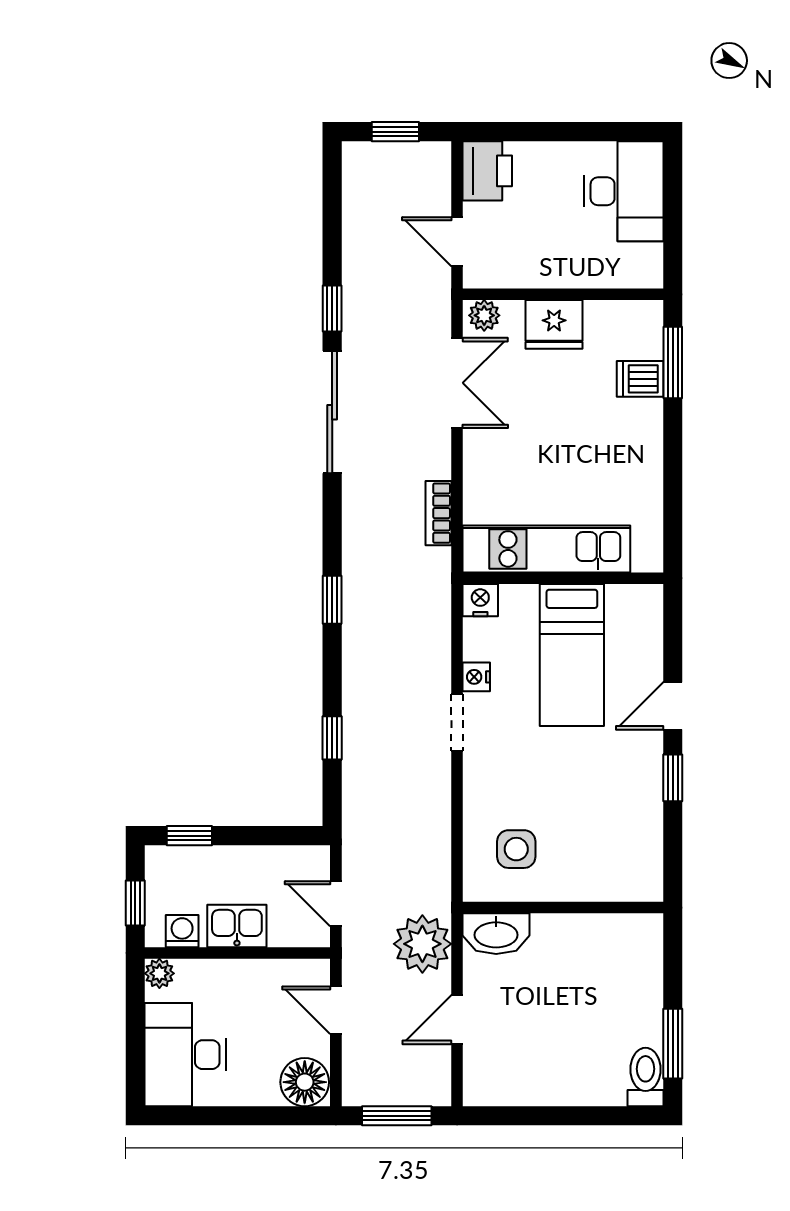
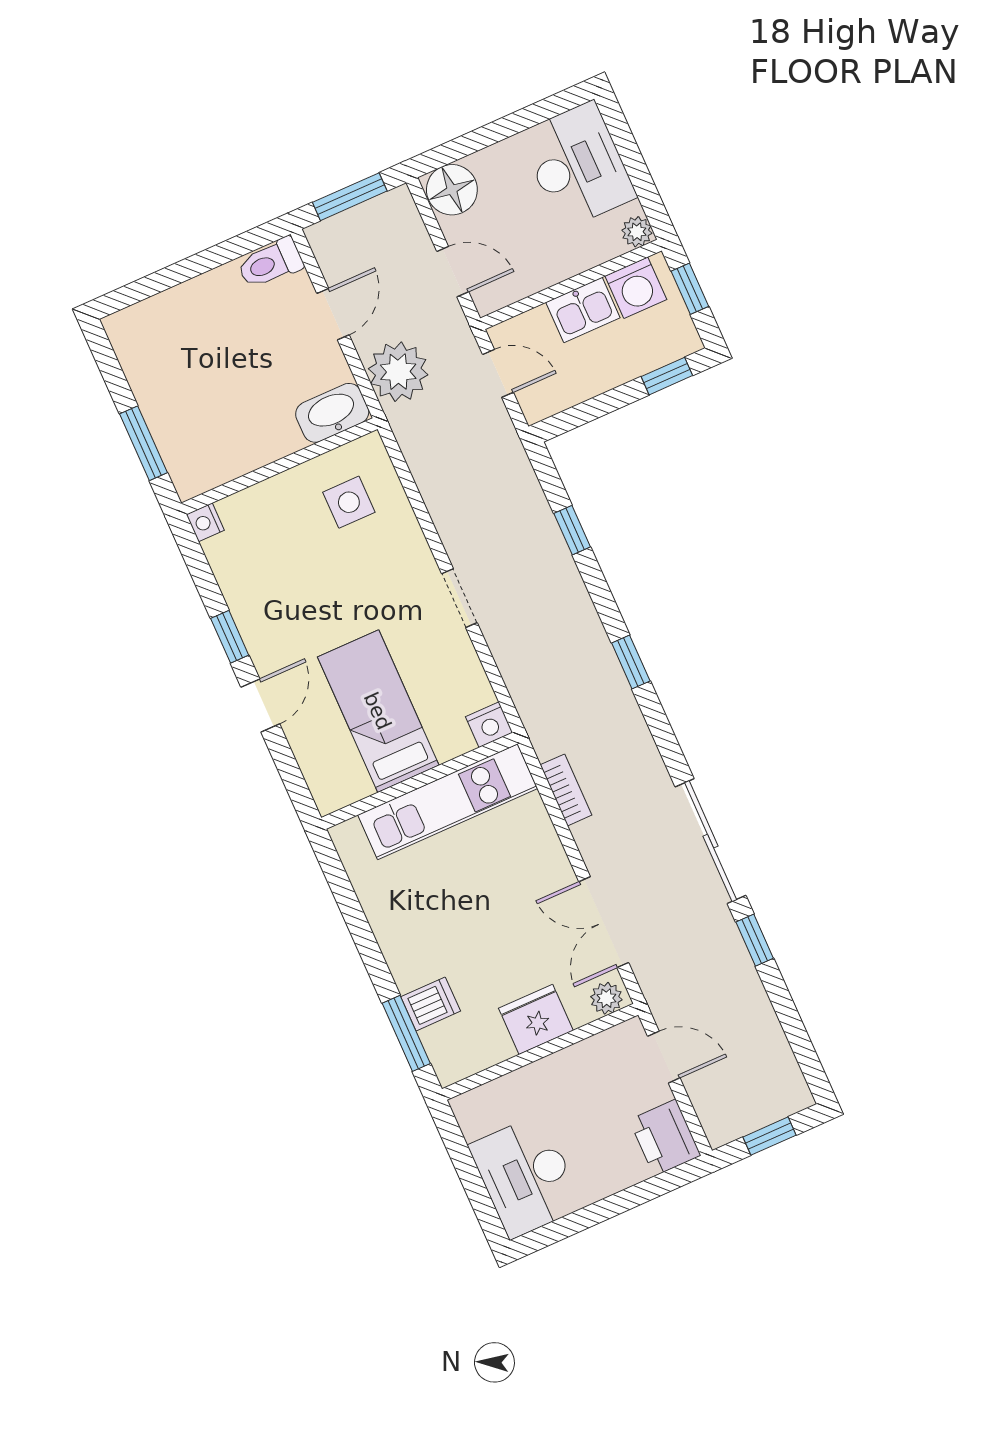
nightstand: (476, 677) -> (205, 522), moved, turned 180
washing machine: (182, 931) -> (636, 288), width x1.38, depth x1.38
window: (673, 1044) -> (144, 443), moved
toilet: (646, 1077) -> (270, 263), moved, turned 90

